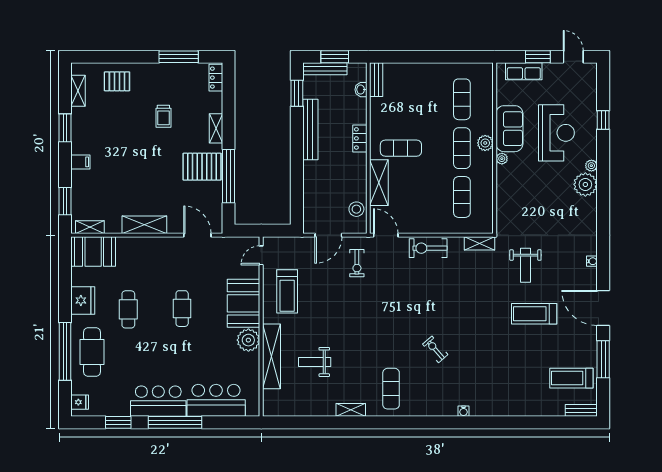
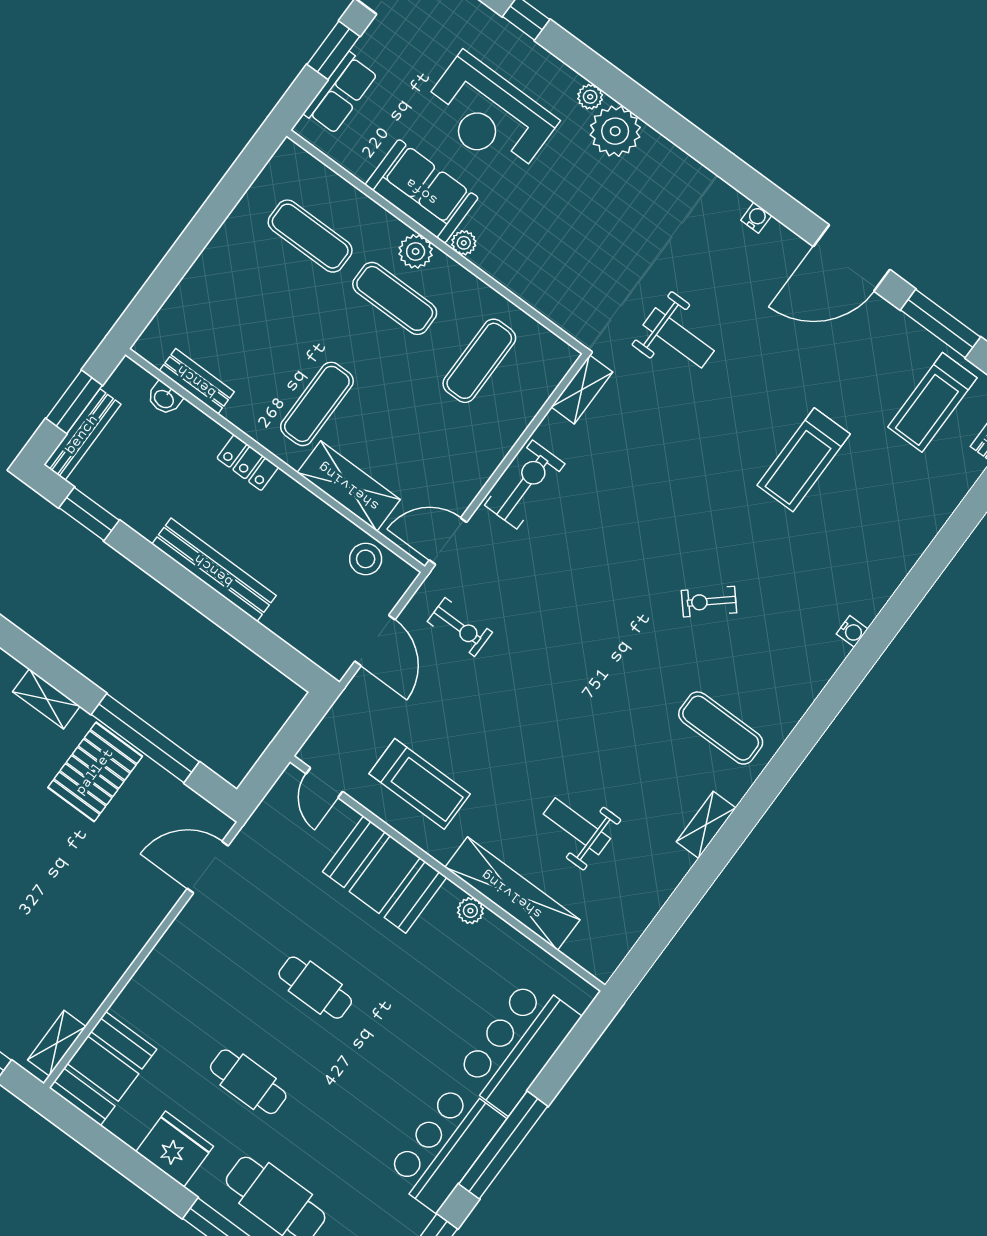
bench: (376, 80) -> (197, 381), moved
bench: (310, 129) -> (214, 570), moved
reception desk: (556, 133) -> (489, 115), turned 180
exercise mat: (462, 197) -> (479, 361), turned 90
shelving: (144, 225) -> (122, 946), removed
exercise bike: (428, 248) -> (525, 485), turned 180
treadmill: (534, 314) -> (804, 460), moved
plant: (248, 340) -> (470, 911), width x0.53, depth x0.53
weight bench: (315, 362) -> (577, 826), turned 90

